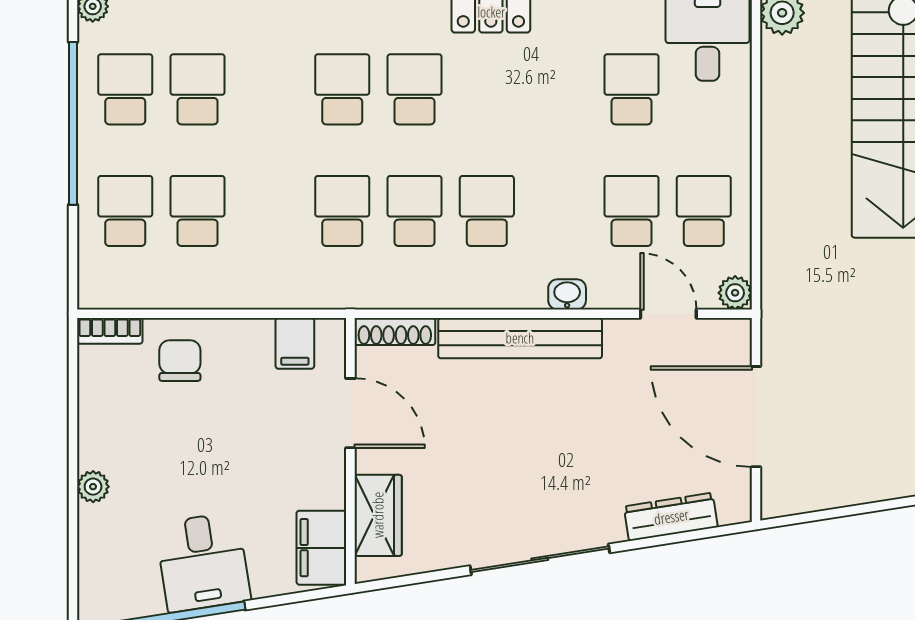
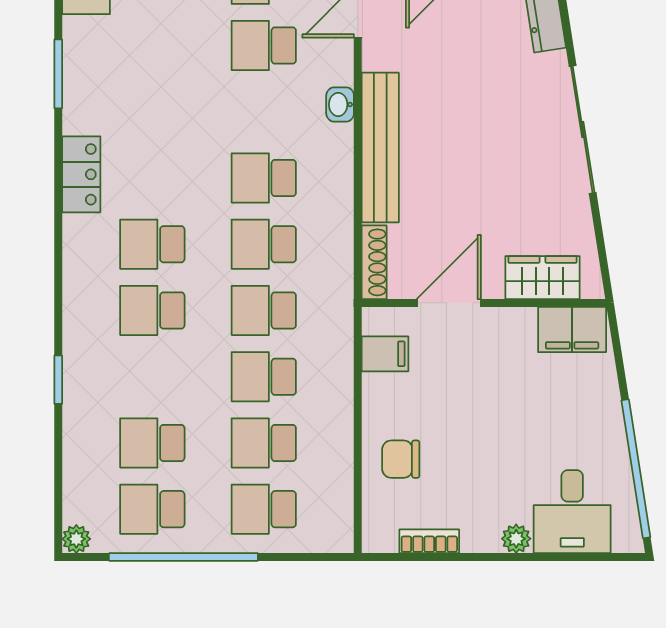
school desk: (632, 89) -> (264, 377), moved
bookcase: (110, 331) -> (429, 541), moved, turned -90
desk: (203, 562) -> (572, 512), moved, turned 99

